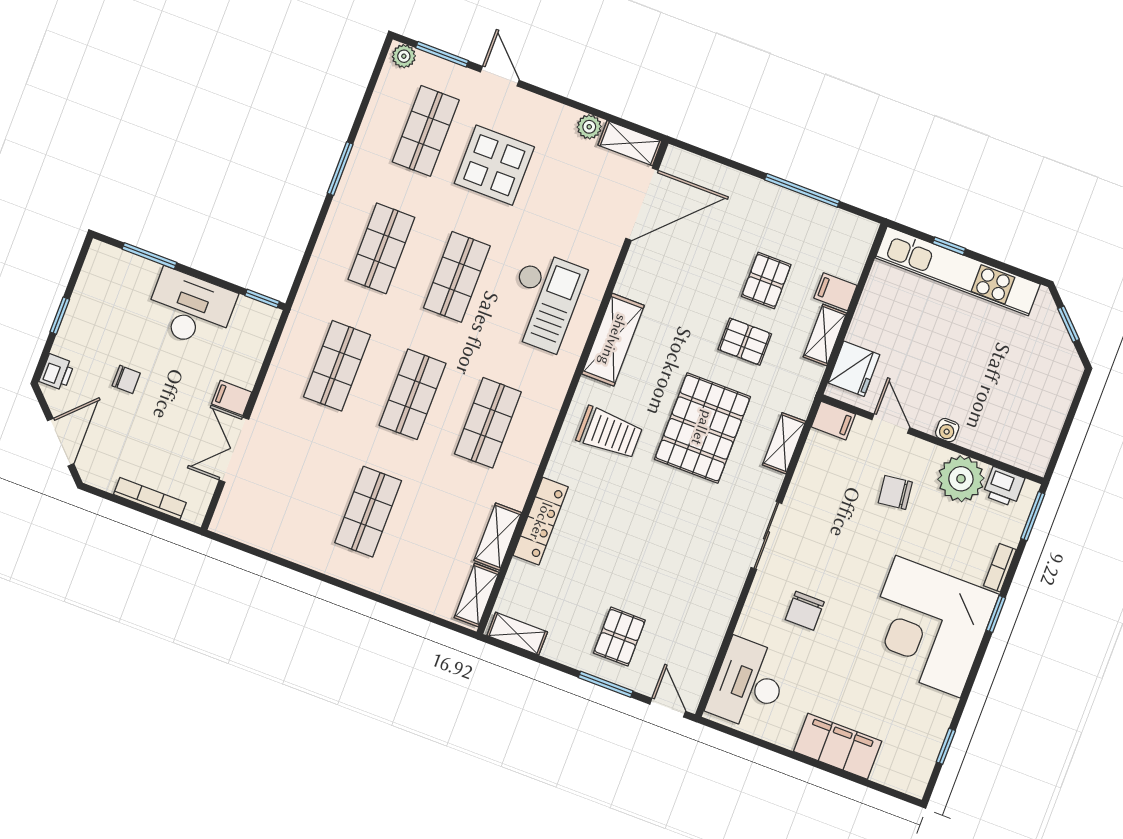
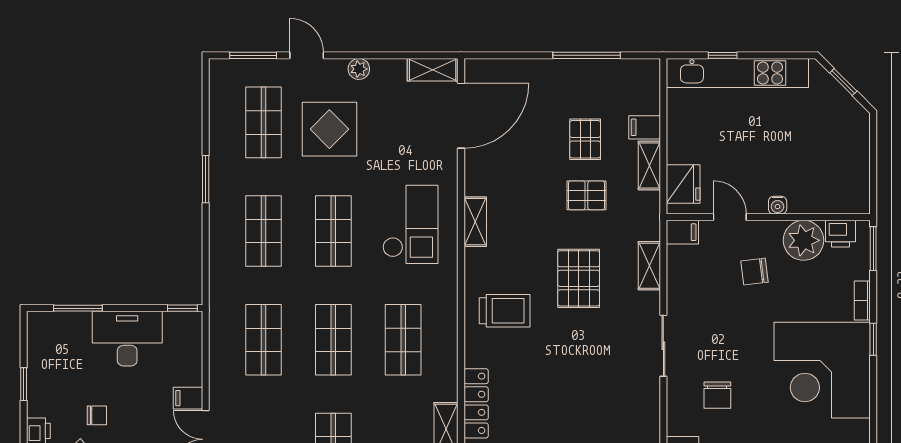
plant: (404, 56) -> (223, 69), removed
plant: (589, 127) -> (359, 69), moved
shelving: (613, 340) -> (475, 222), width x0.67, depth x0.75
pallet: (702, 428) -> (579, 278), width x0.73, depth x0.71

